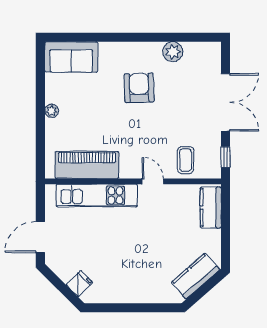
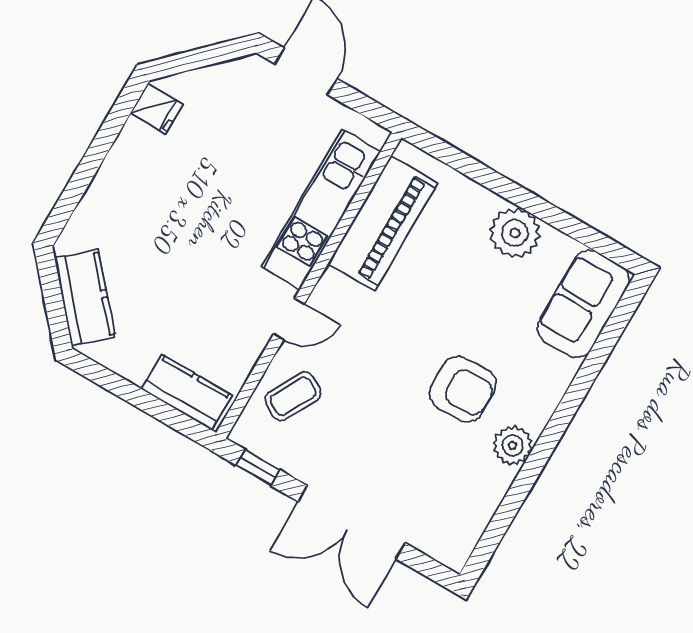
plant: (173, 52) -> (513, 445), moved
plant: (52, 111) -> (515, 233), width x1.88, depth x1.88
coffee table: (185, 160) -> (293, 396), turned -62
fridge: (79, 284) -> (157, 109), moved, turned -45

